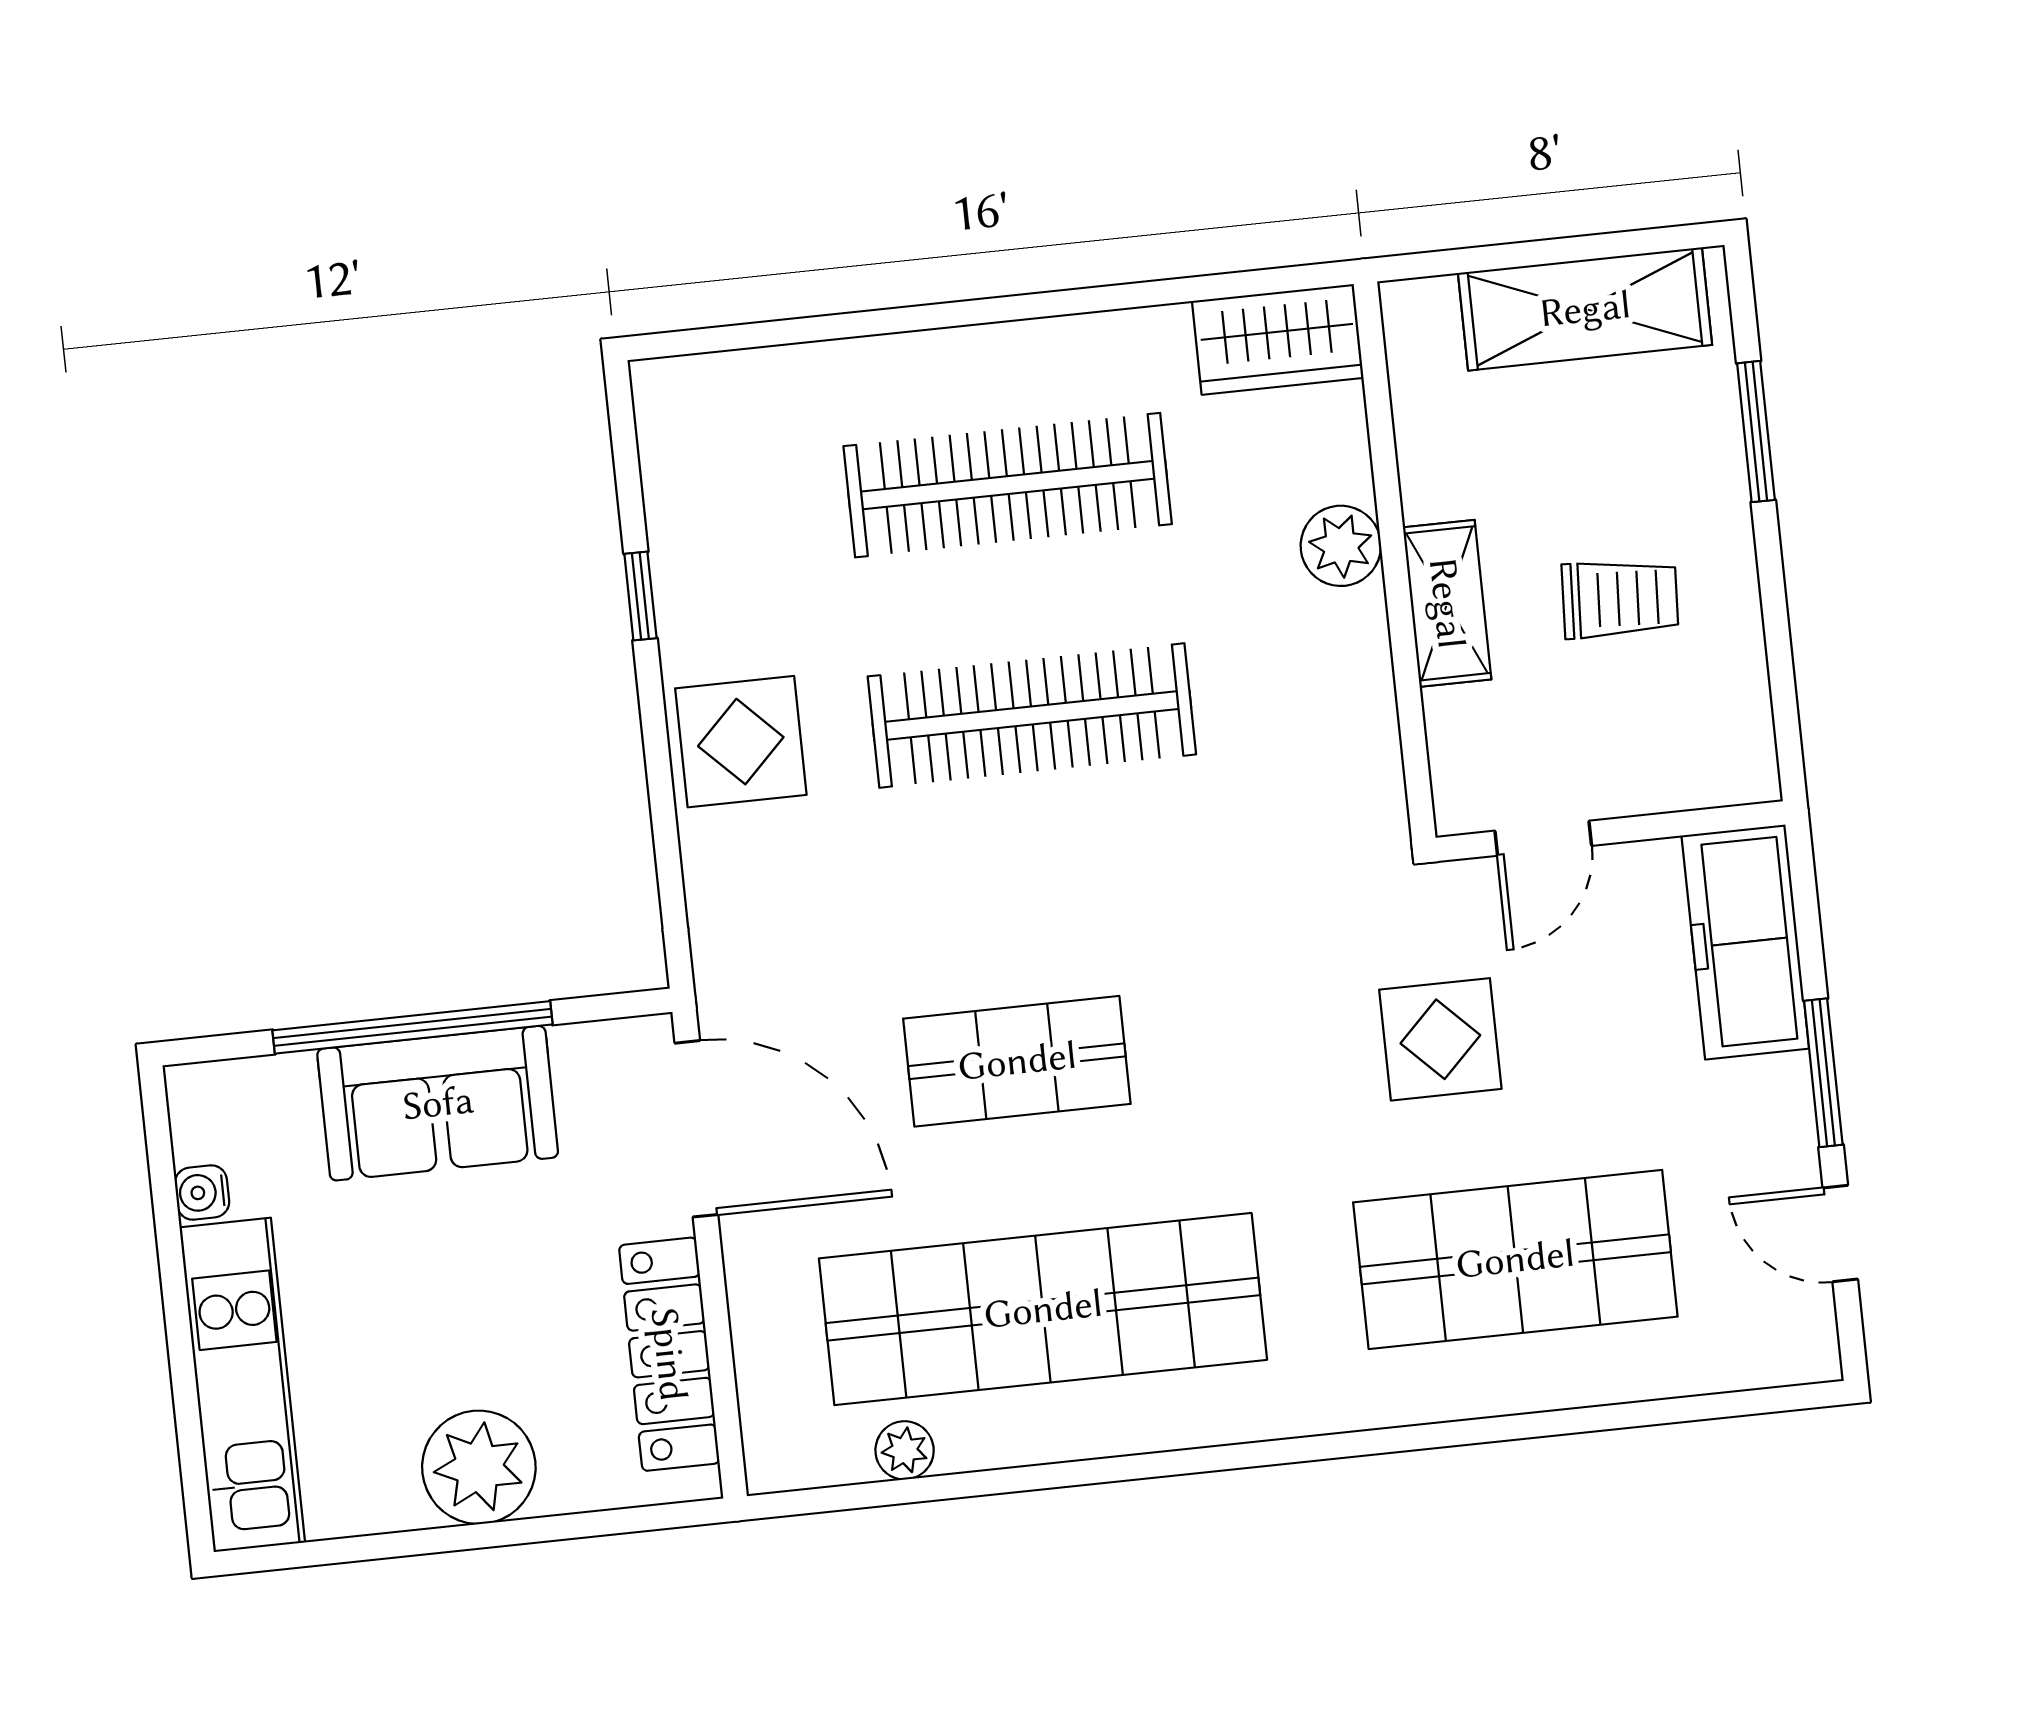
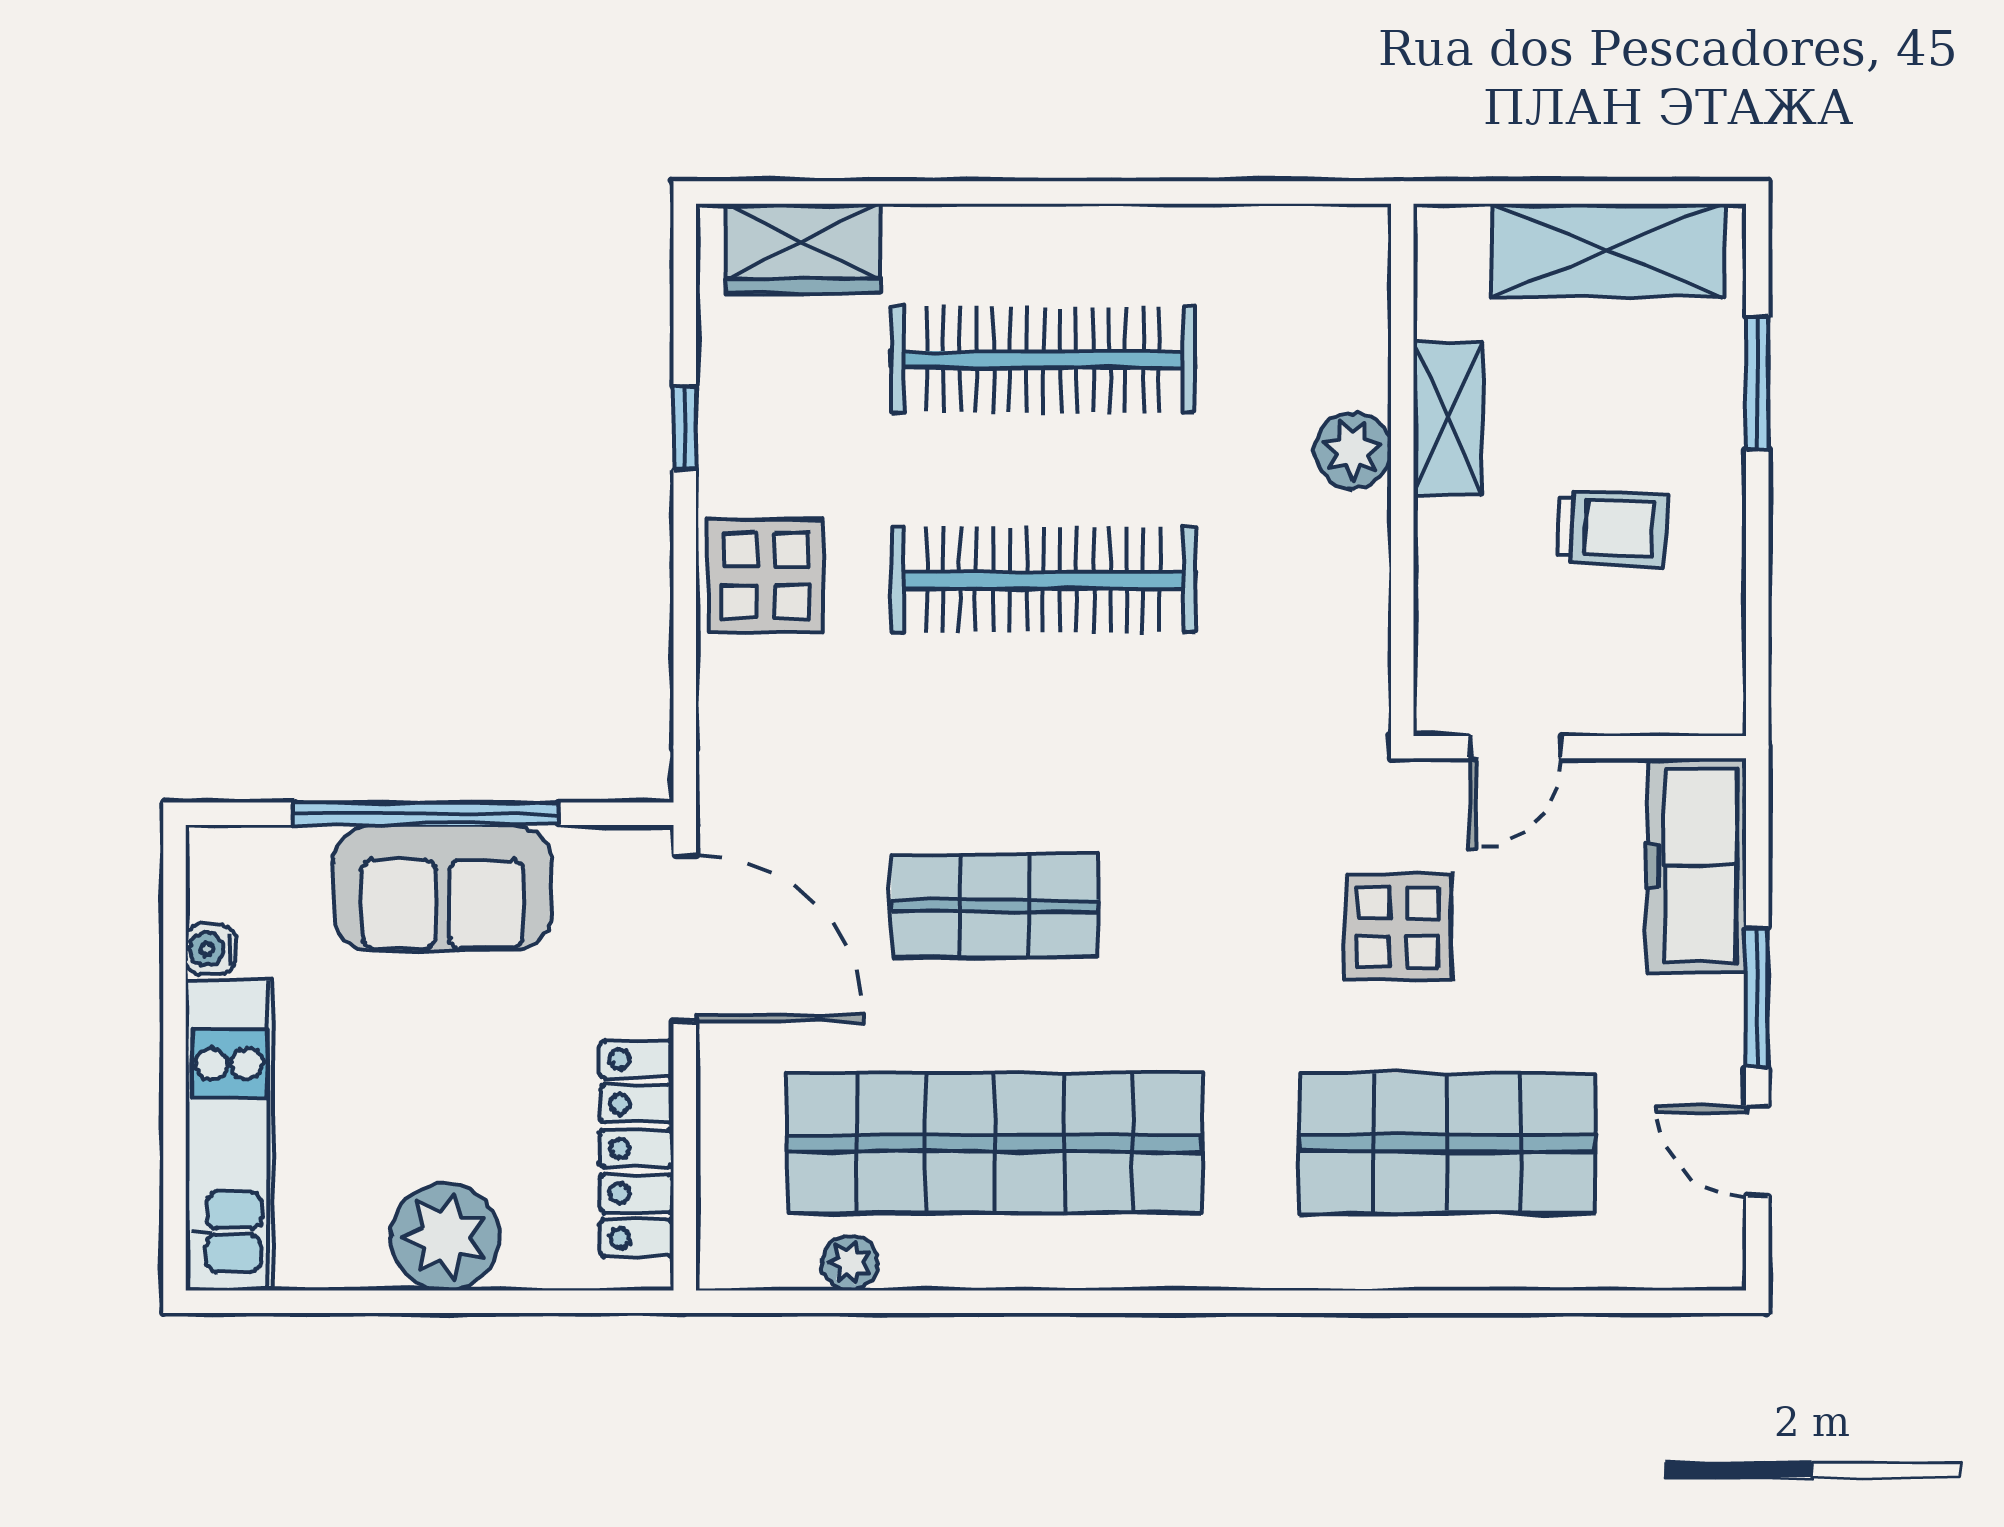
wardrobe: (1278, 339) -> (803, 248), moved
shelving: (1447, 603) -> (1448, 418), moved

